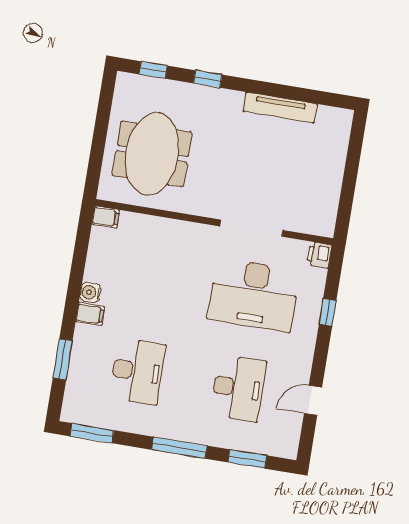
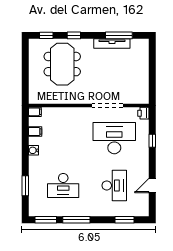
window: (296, 94) -> (119, 35), added
meeting table: (152, 154) -> (62, 64), moved
desk: (254, 295) -> (114, 138), turned 180
filing cabinet: (90, 314) -> (35, 132), moved
desk: (138, 371) -> (63, 185), turned 90
window: (179, 448) -> (76, 220), moved

